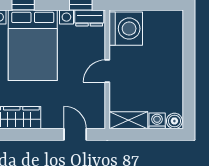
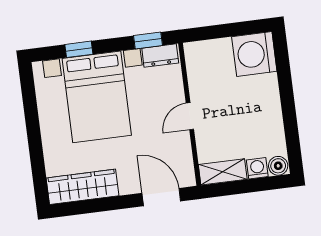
washing machine: (126, 29) -> (254, 54), moved, turned 180
door: (75, 134) -> (161, 197), width x1.38

